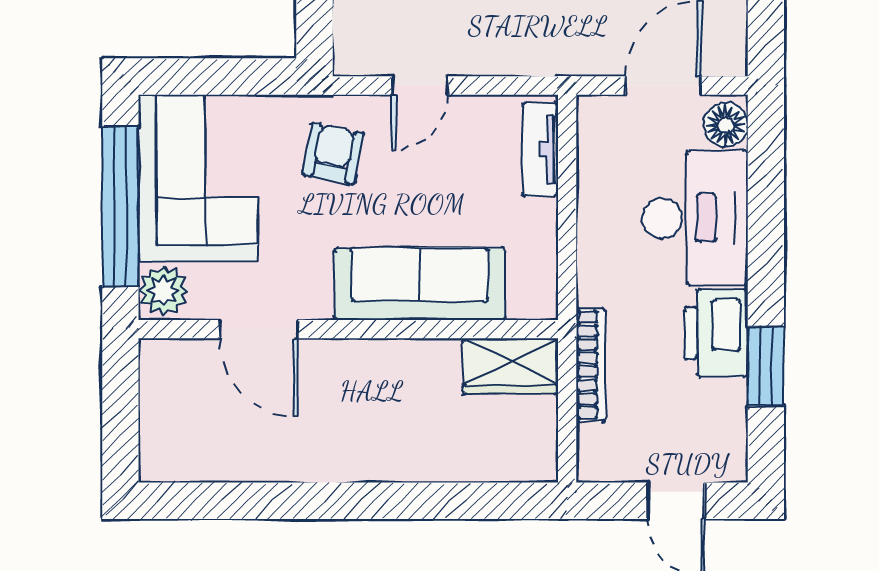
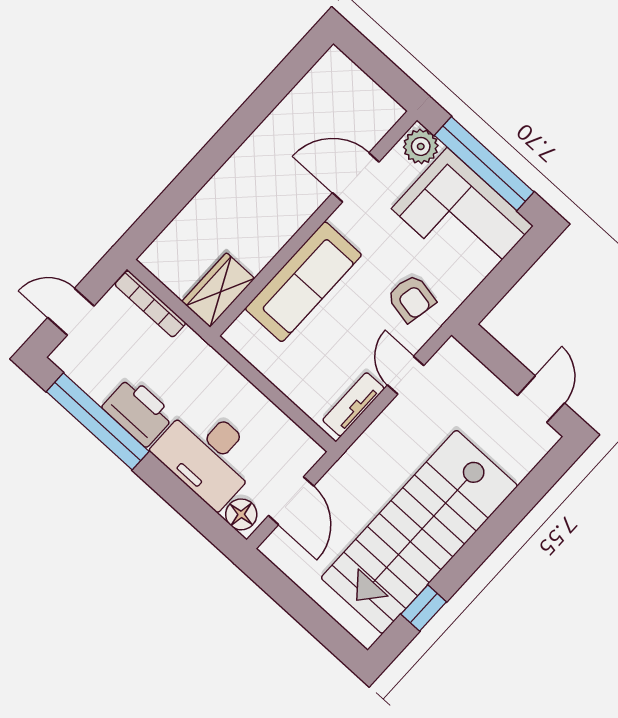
tv unit: (540, 149) -> (353, 404), moved, turned -90
bookcase: (591, 365) -> (150, 304), moved
window: (766, 366) -> (98, 421), width x2.11

